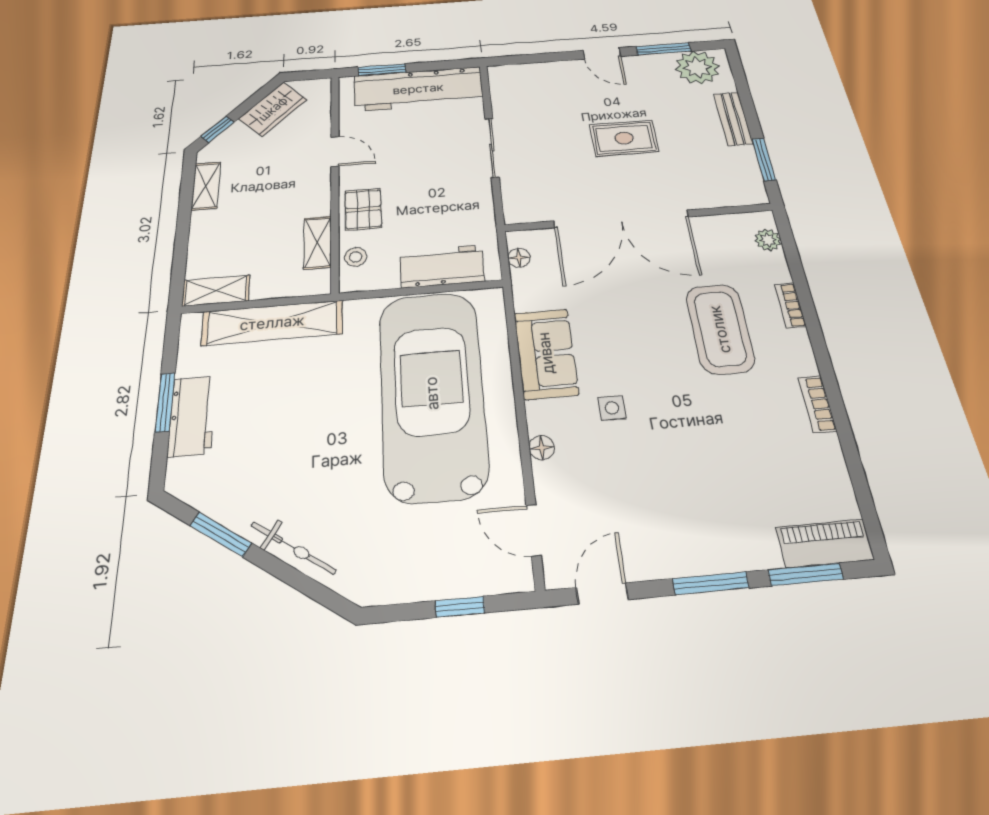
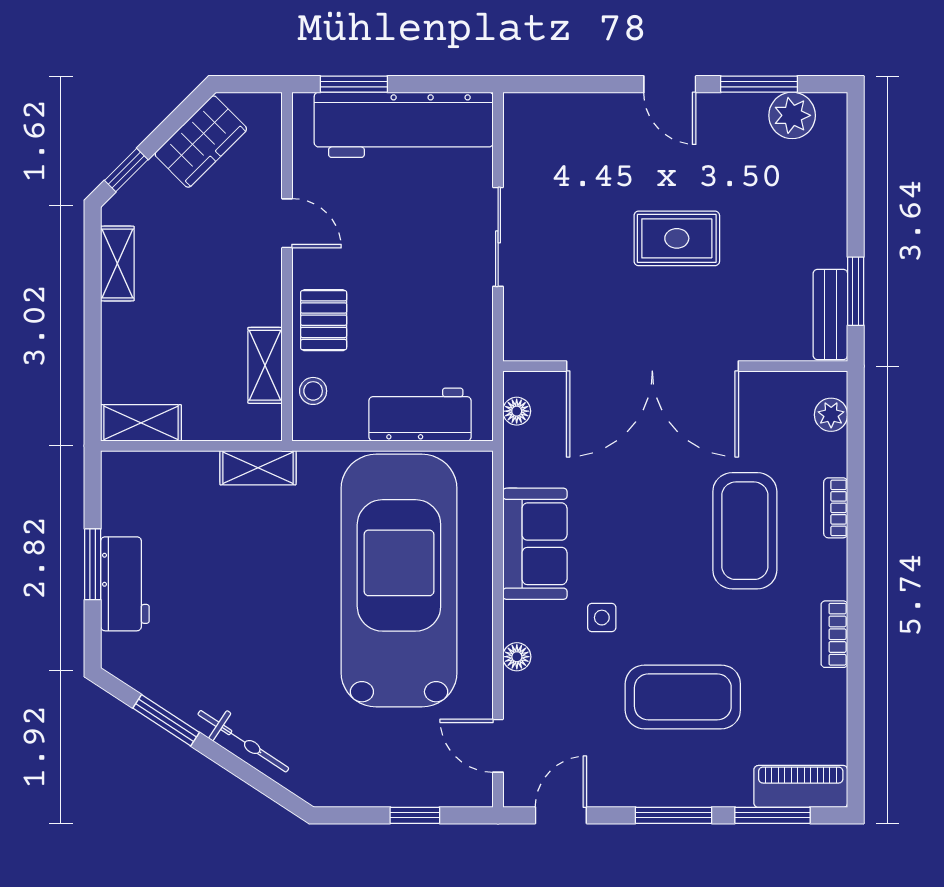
plant: (697, 67) -> (792, 115), width x0.73, depth x0.73
bench: (733, 119) -> (830, 314), moved
shelving: (272, 323) -> (258, 468), width x0.45, depth x0.75
coffee table: (697, 470) -> (683, 697), added

